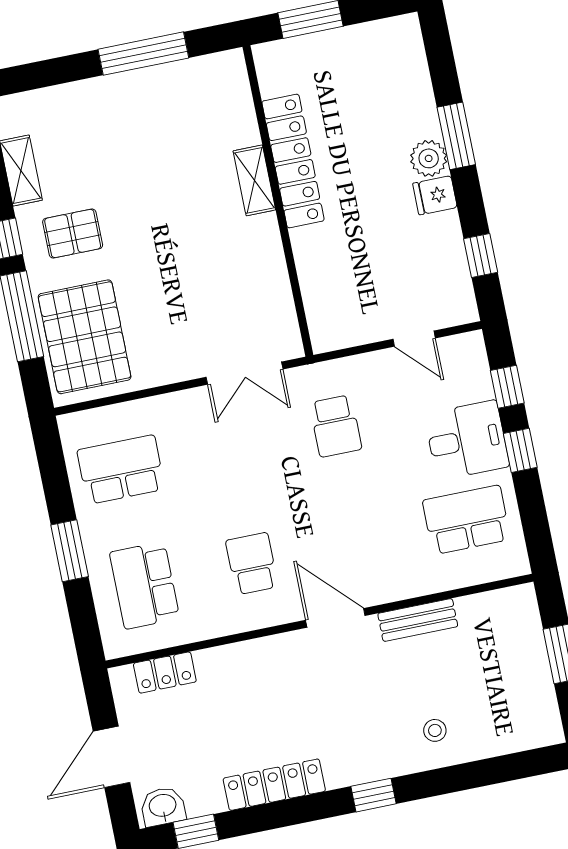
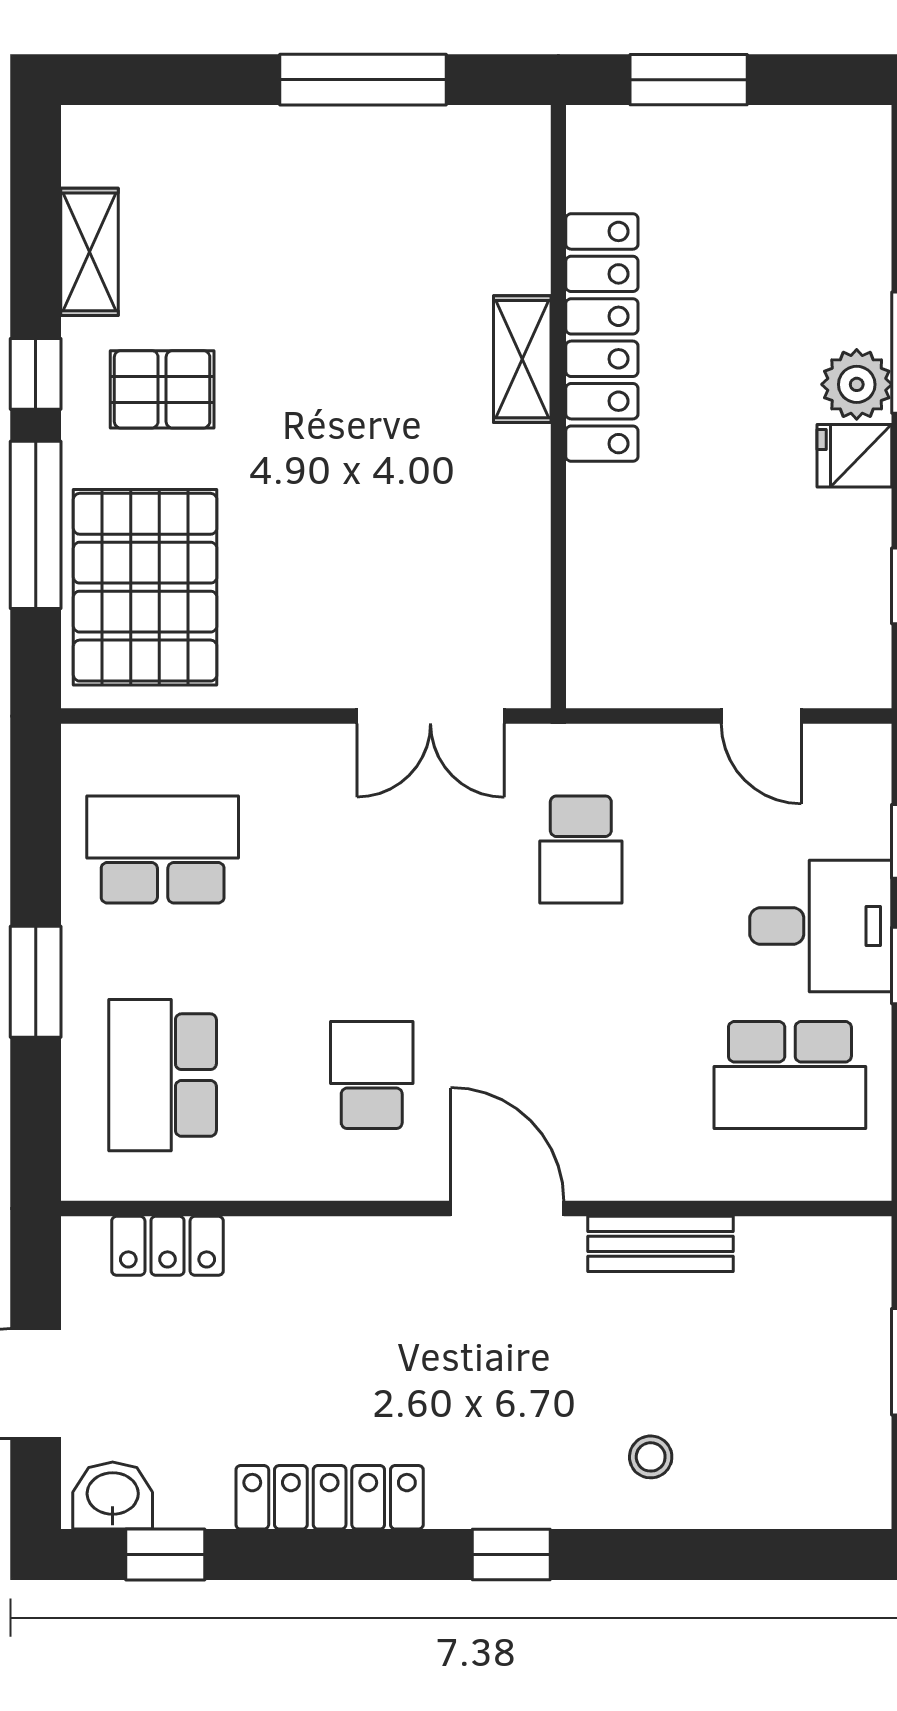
school desk: (466, 520) -> (790, 1075), turned 180

